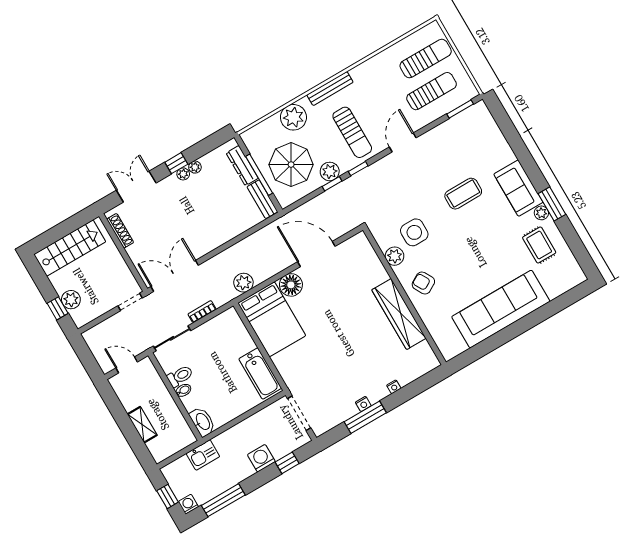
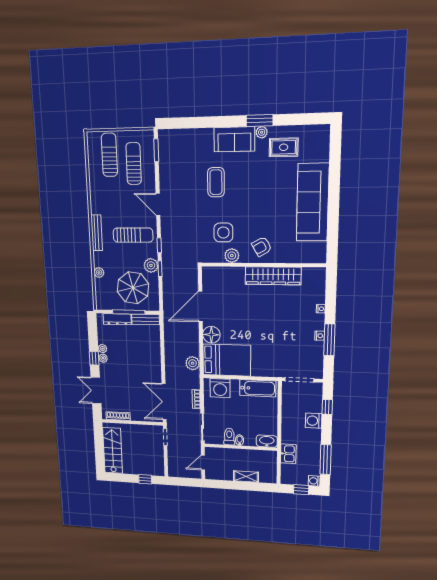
plant: (293, 117) -> (99, 273), width x0.53, depth x0.53
plant: (71, 300) -> (144, 469), removed
washing machine: (233, 331) -> (220, 388), added

